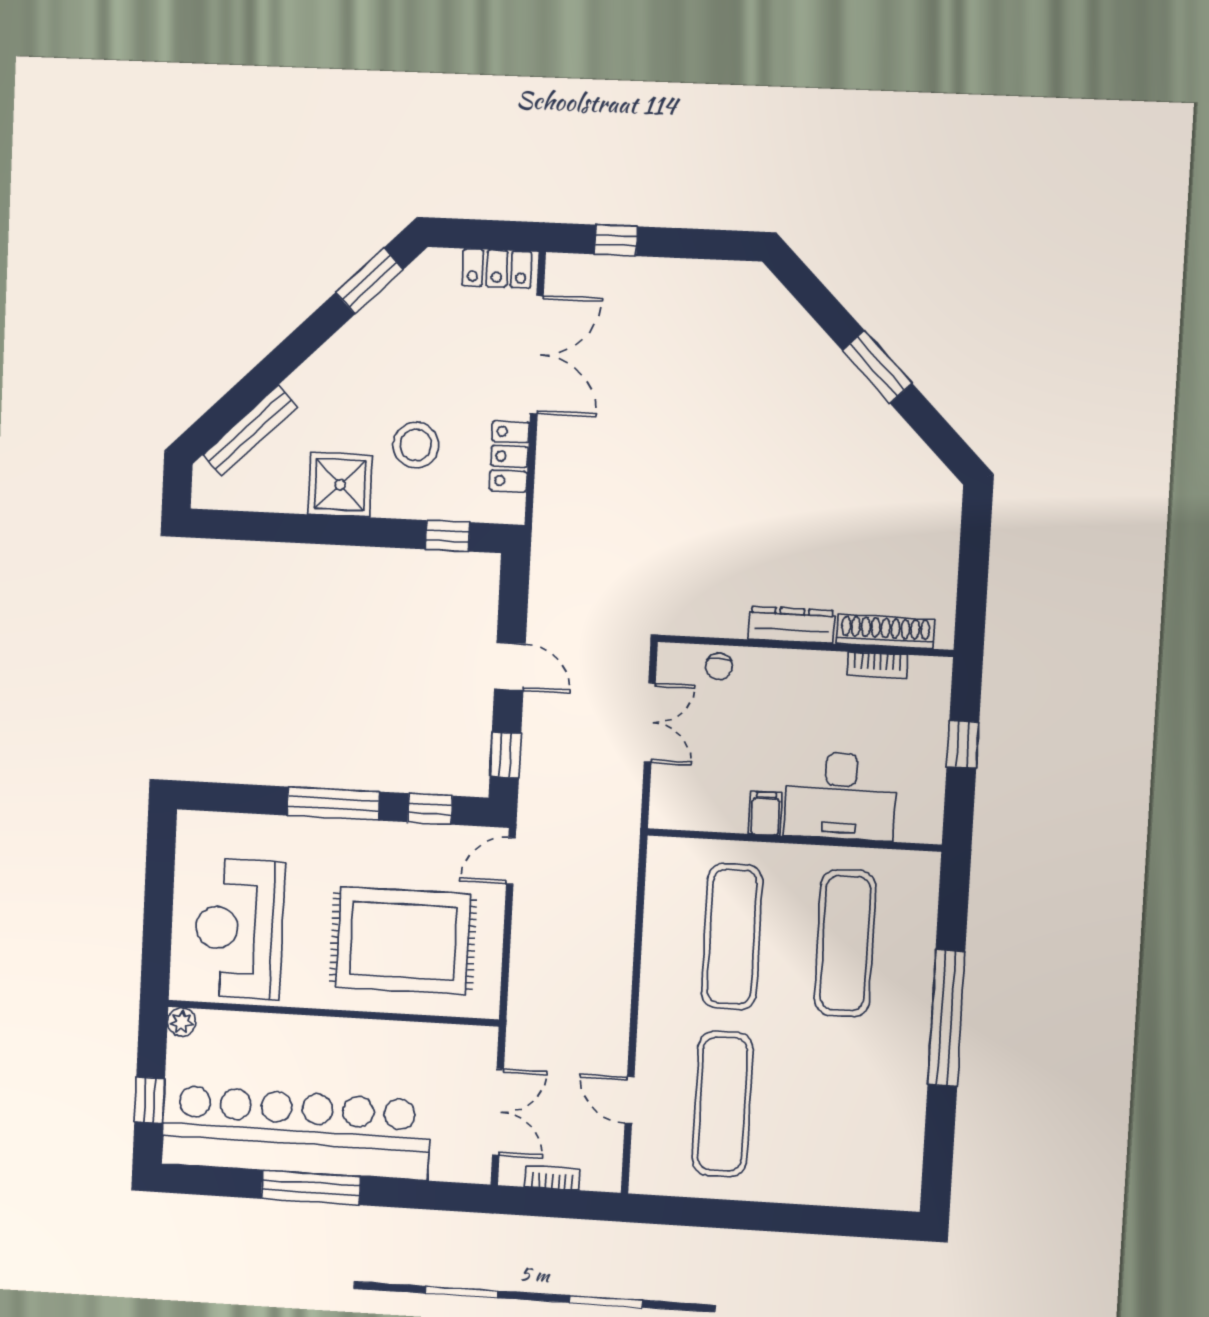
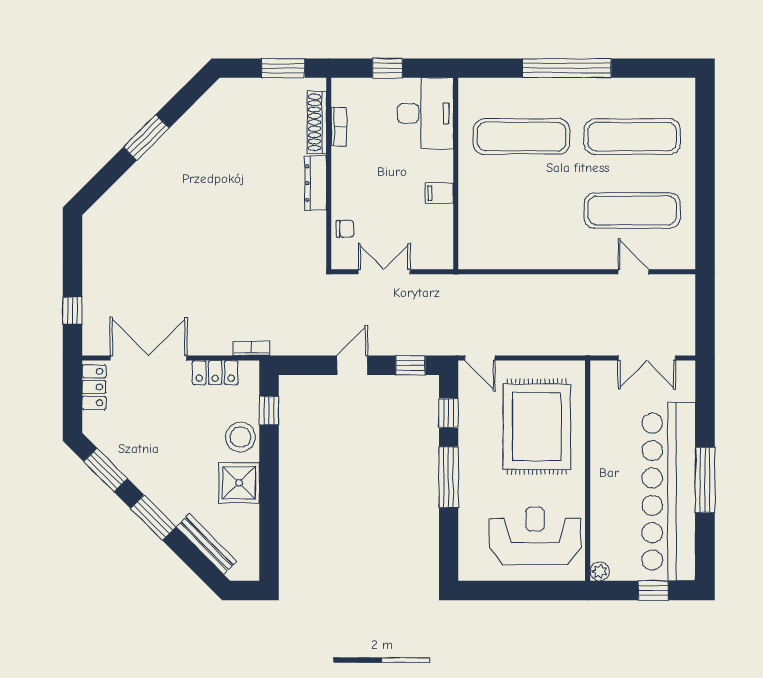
window: (294, 351) -> (153, 518), added
stool: (416, 445) -> (241, 437), moved
window: (972, 584) -> (283, 68), added
desk: (840, 796) -> (425, 113), moved
reception desk: (239, 929) -> (535, 536), turned 180
exercise mat: (732, 937) -> (632, 137), moved
door: (629, 1100) -> (634, 272), swing flipped
double door: (498, 1112) -> (647, 358), swing flipped
bookcase: (552, 1178) -> (251, 348), moved, turned 90

